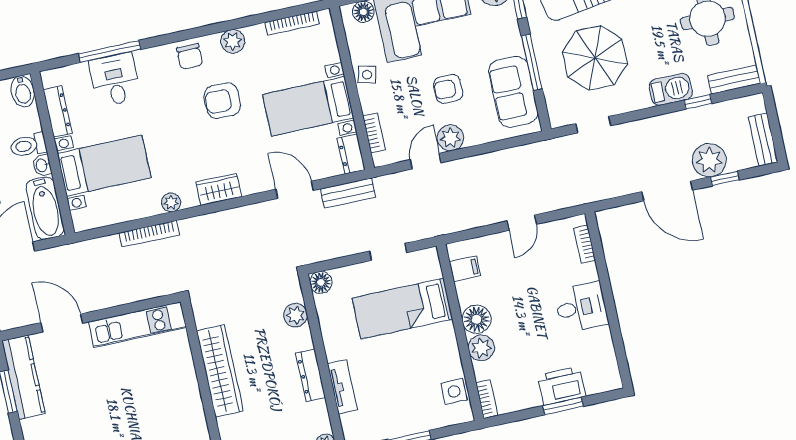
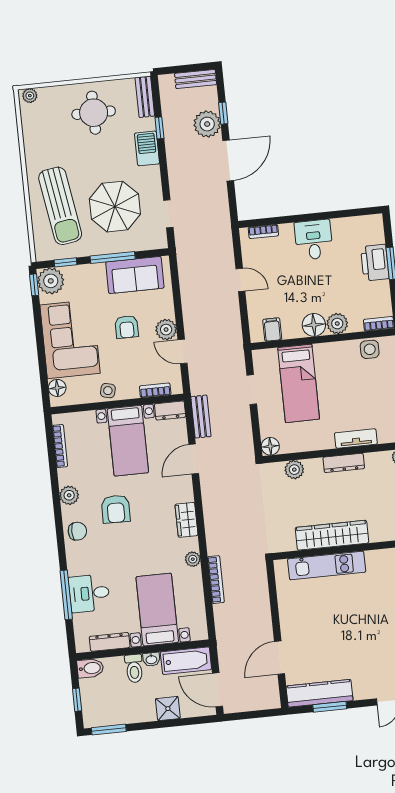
kitchen unit: (137, 325) -> (327, 566), moved, turned 90

